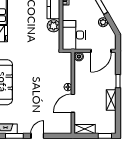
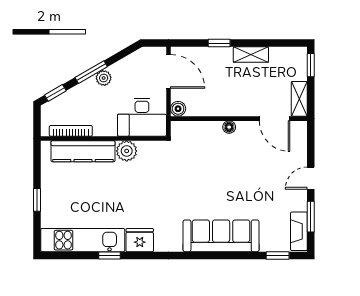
plant: (103, 22) -> (104, 78), moved
door: (73, 103) -> (275, 119), moved
door: (37, 136) -> (311, 178), hinge flipped

